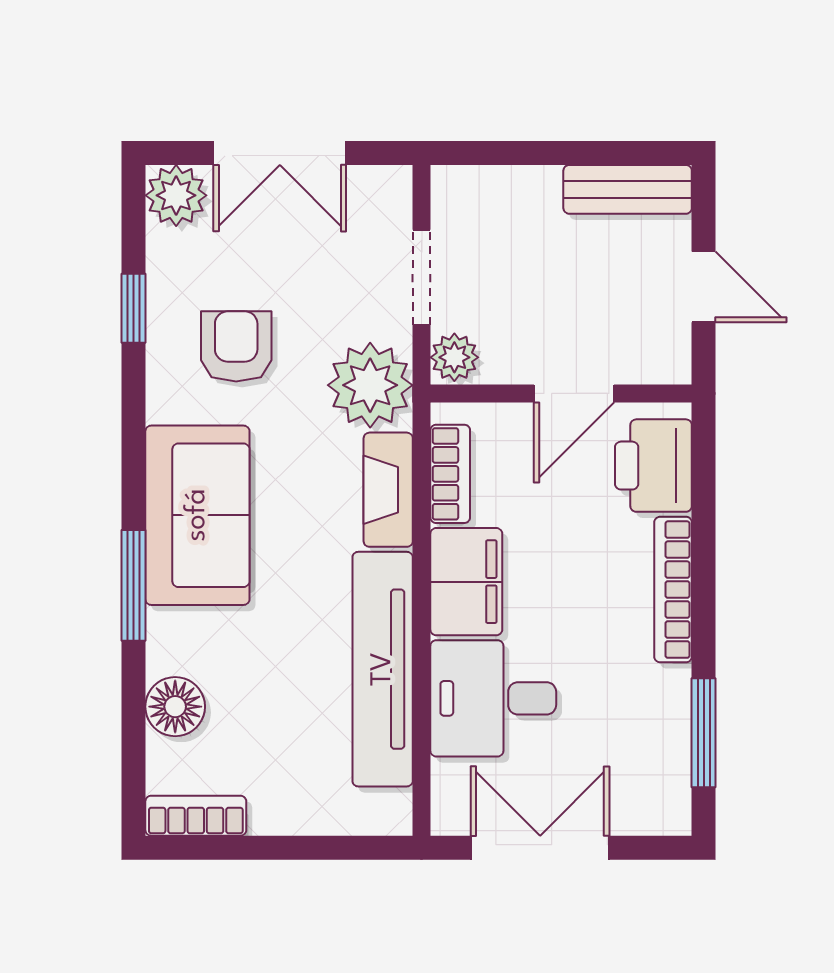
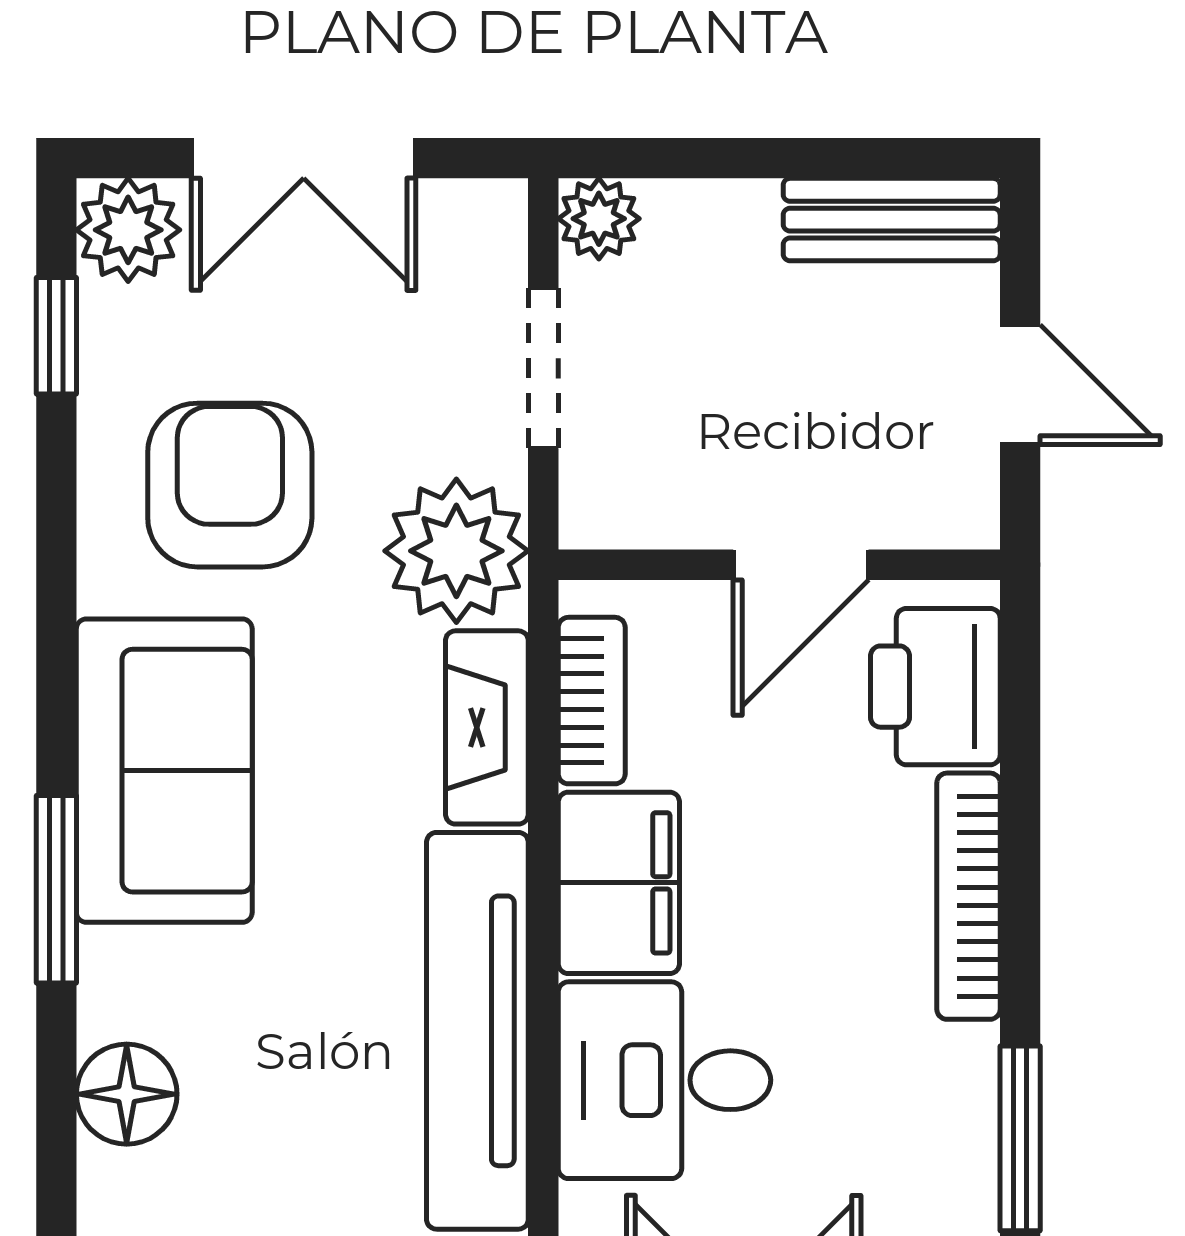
window: (134, 308) -> (56, 336), moved
armchair: (236, 346) -> (230, 485), width x1.38, depth x1.38
plant: (454, 357) -> (599, 219), moved

